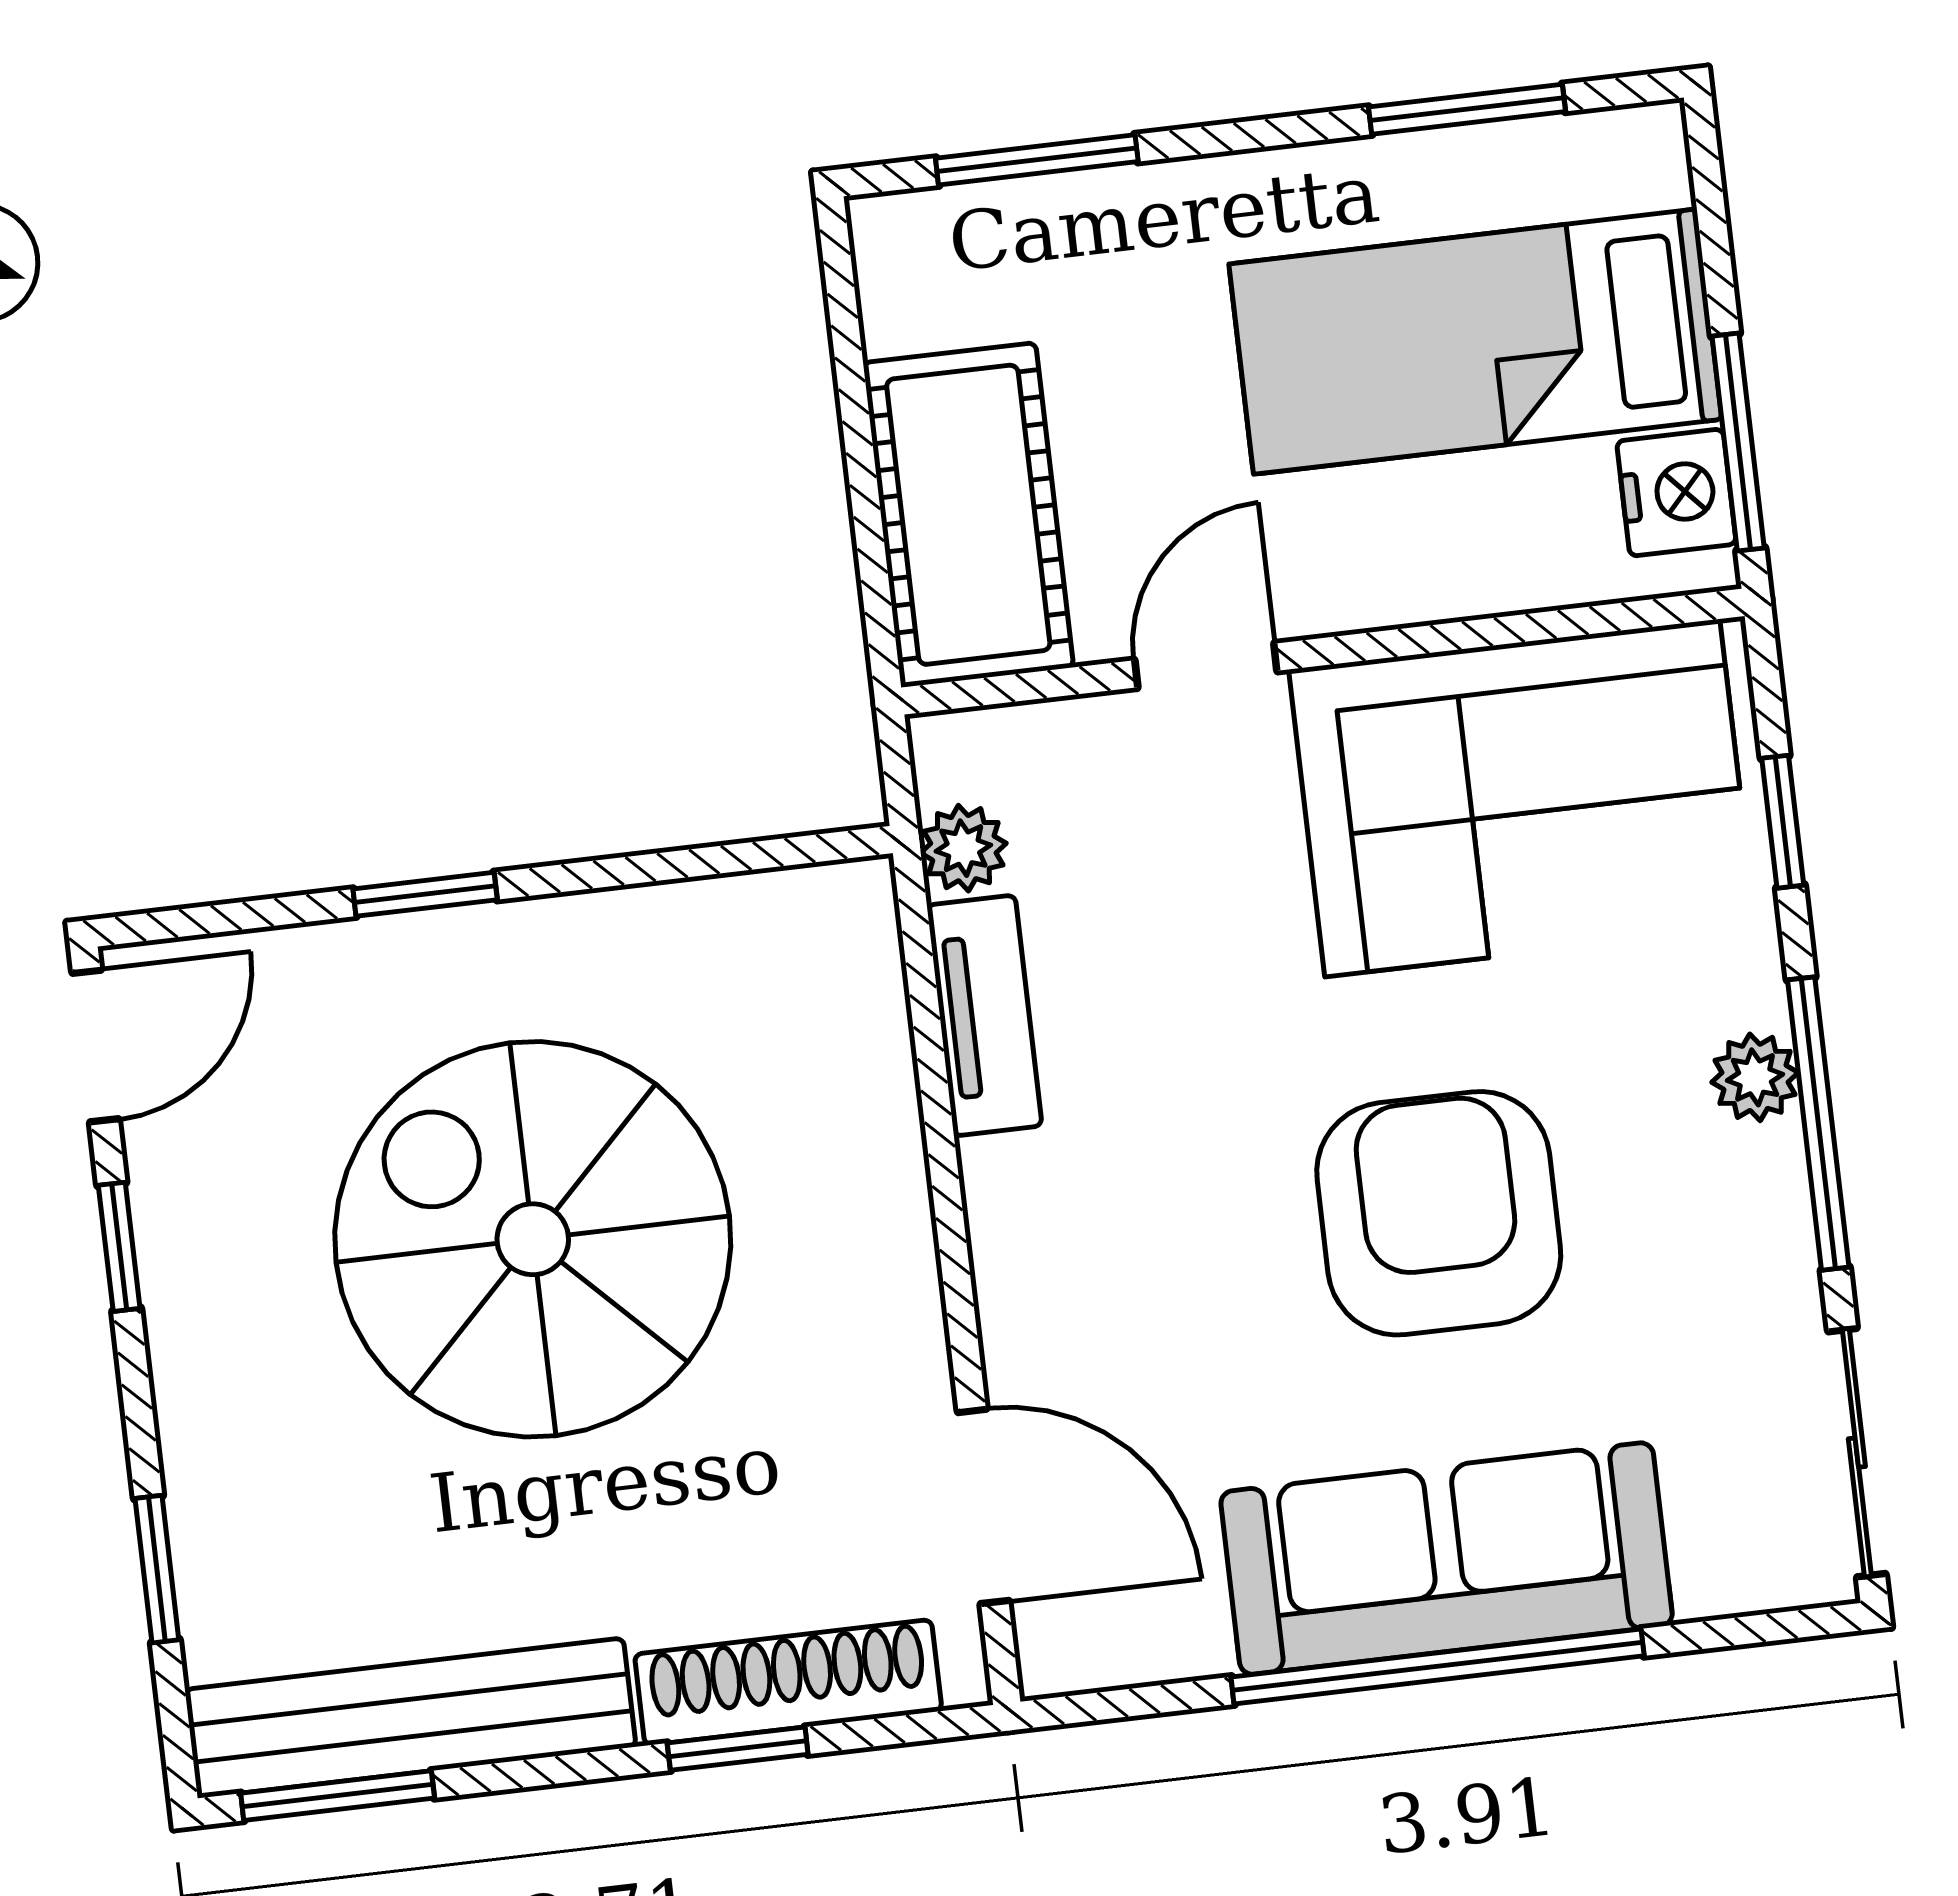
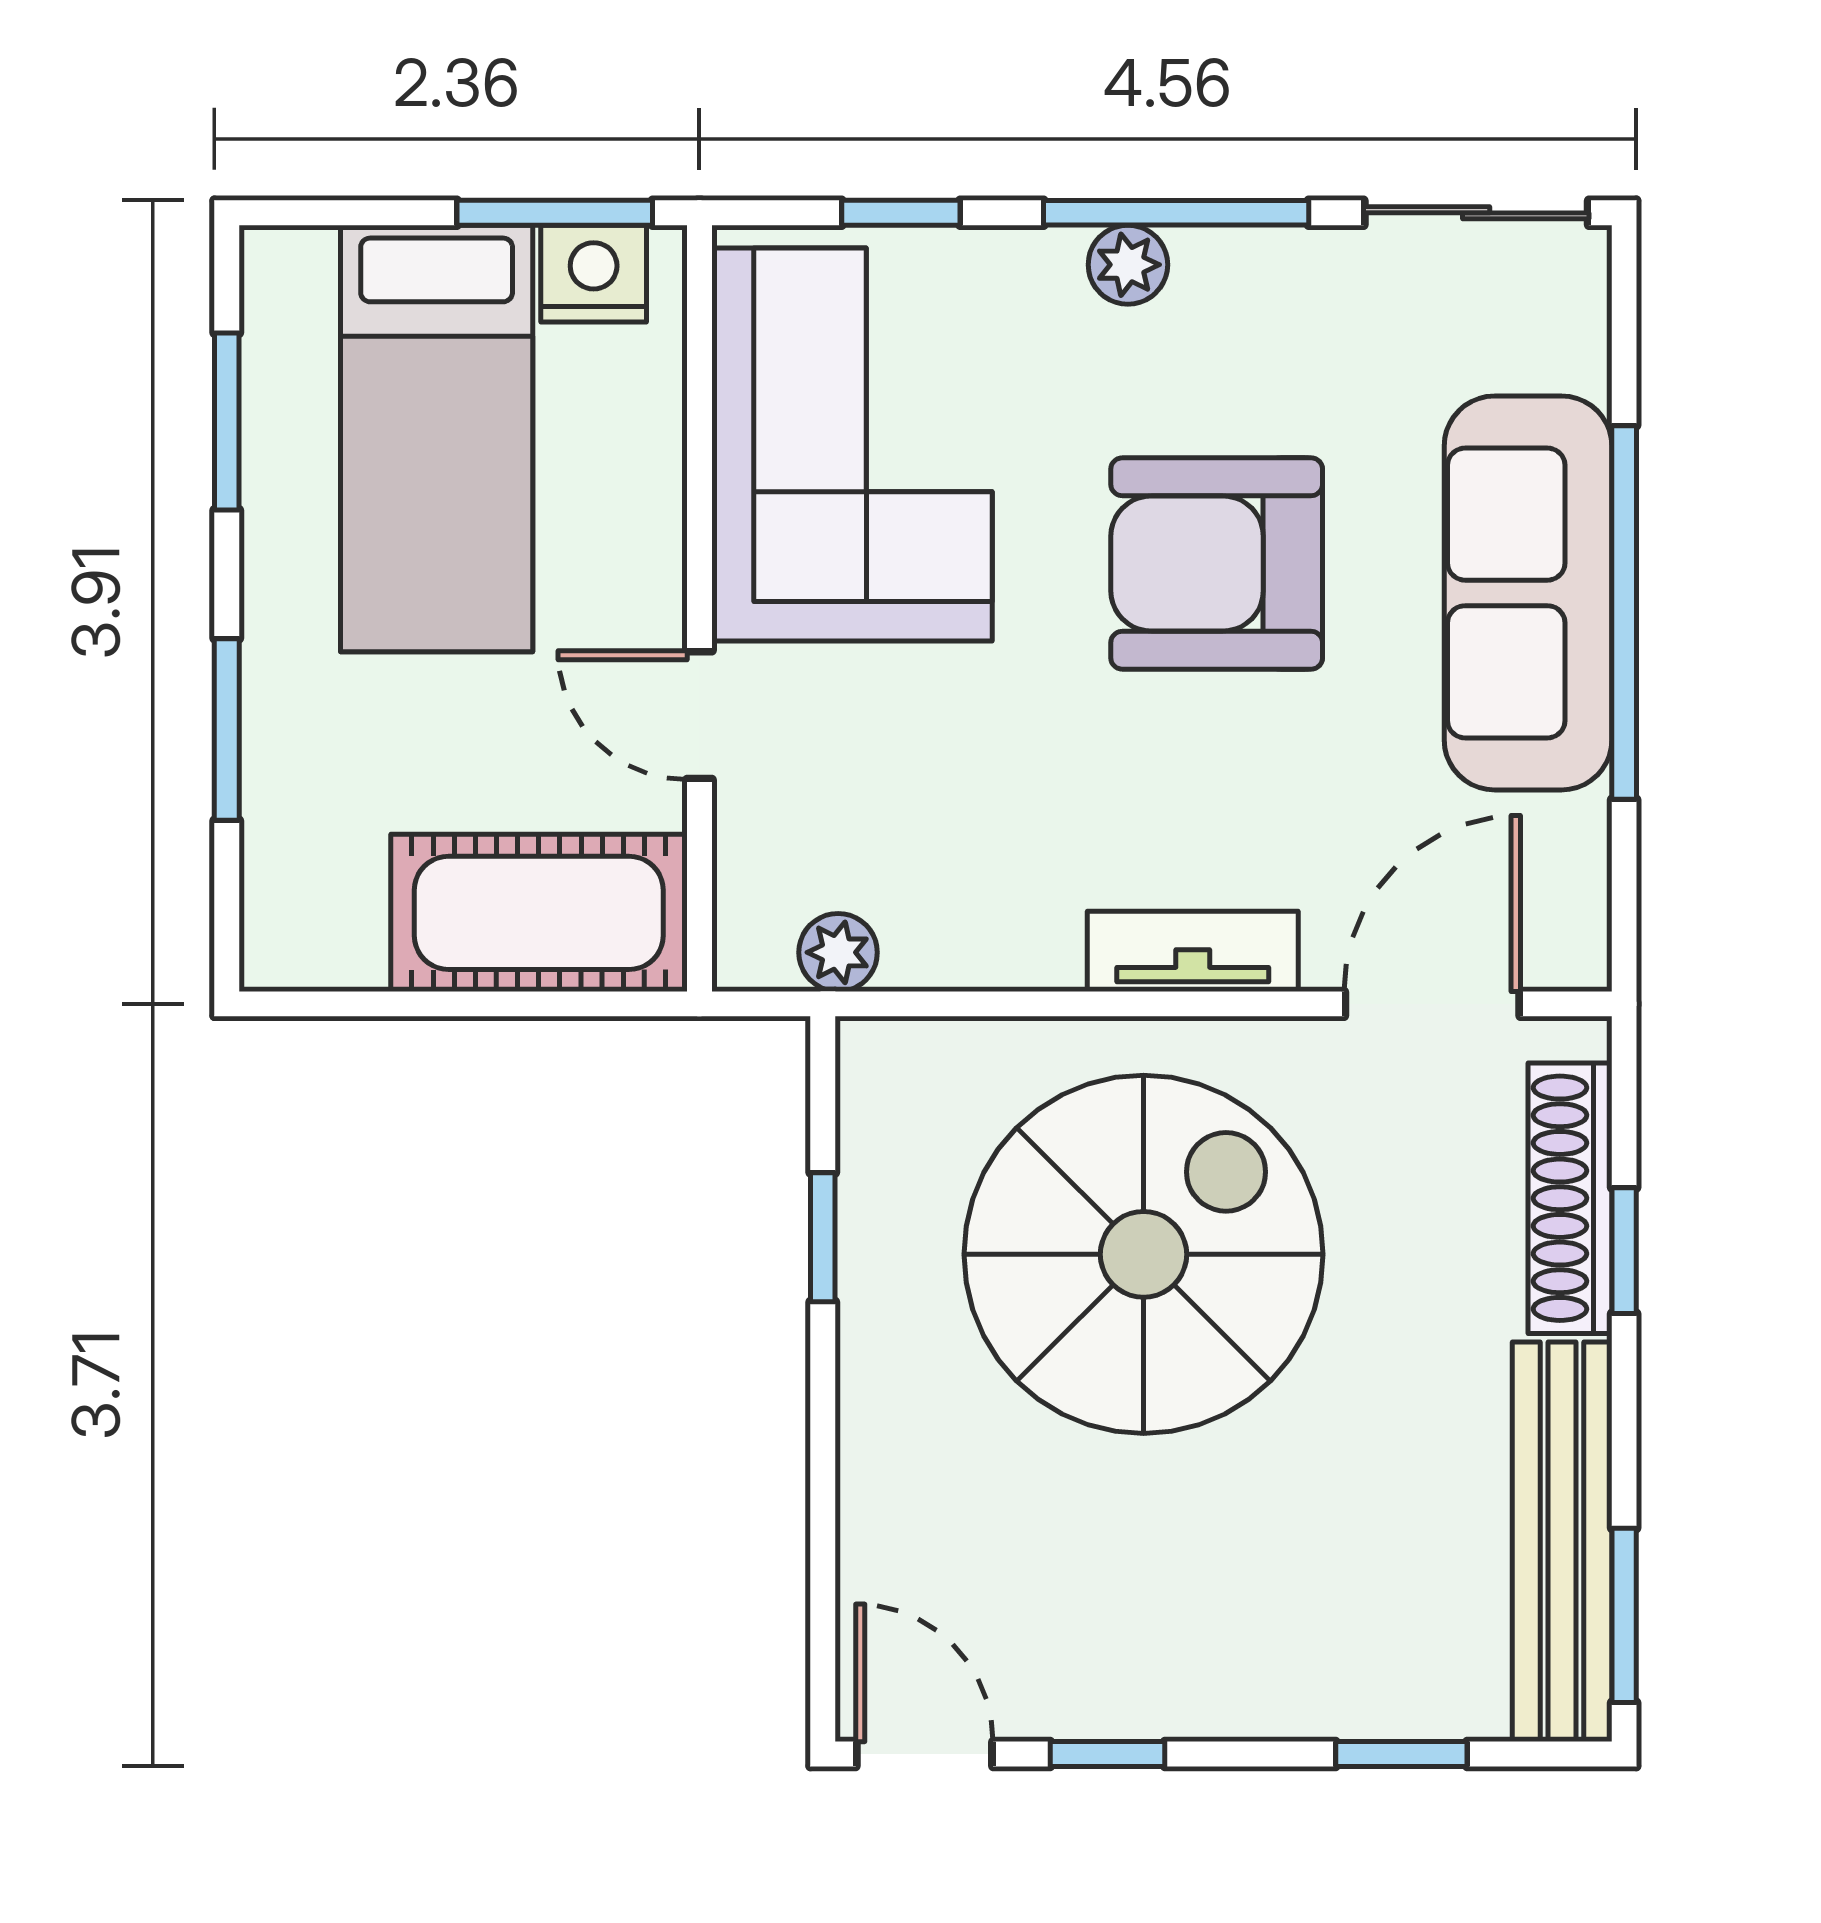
window: (1037, 160) -> (227, 729), moved
window: (425, 894) -> (823, 1237), moved
tv unit: (984, 1016) -> (1193, 951), moved
spiral stairs: (533, 1239) -> (1144, 1254), moved, turned 180

